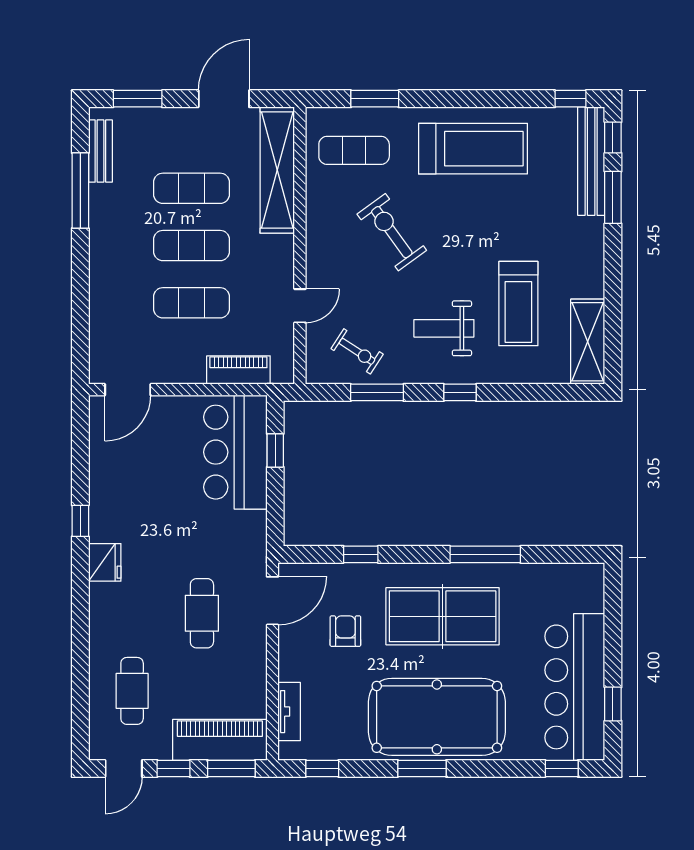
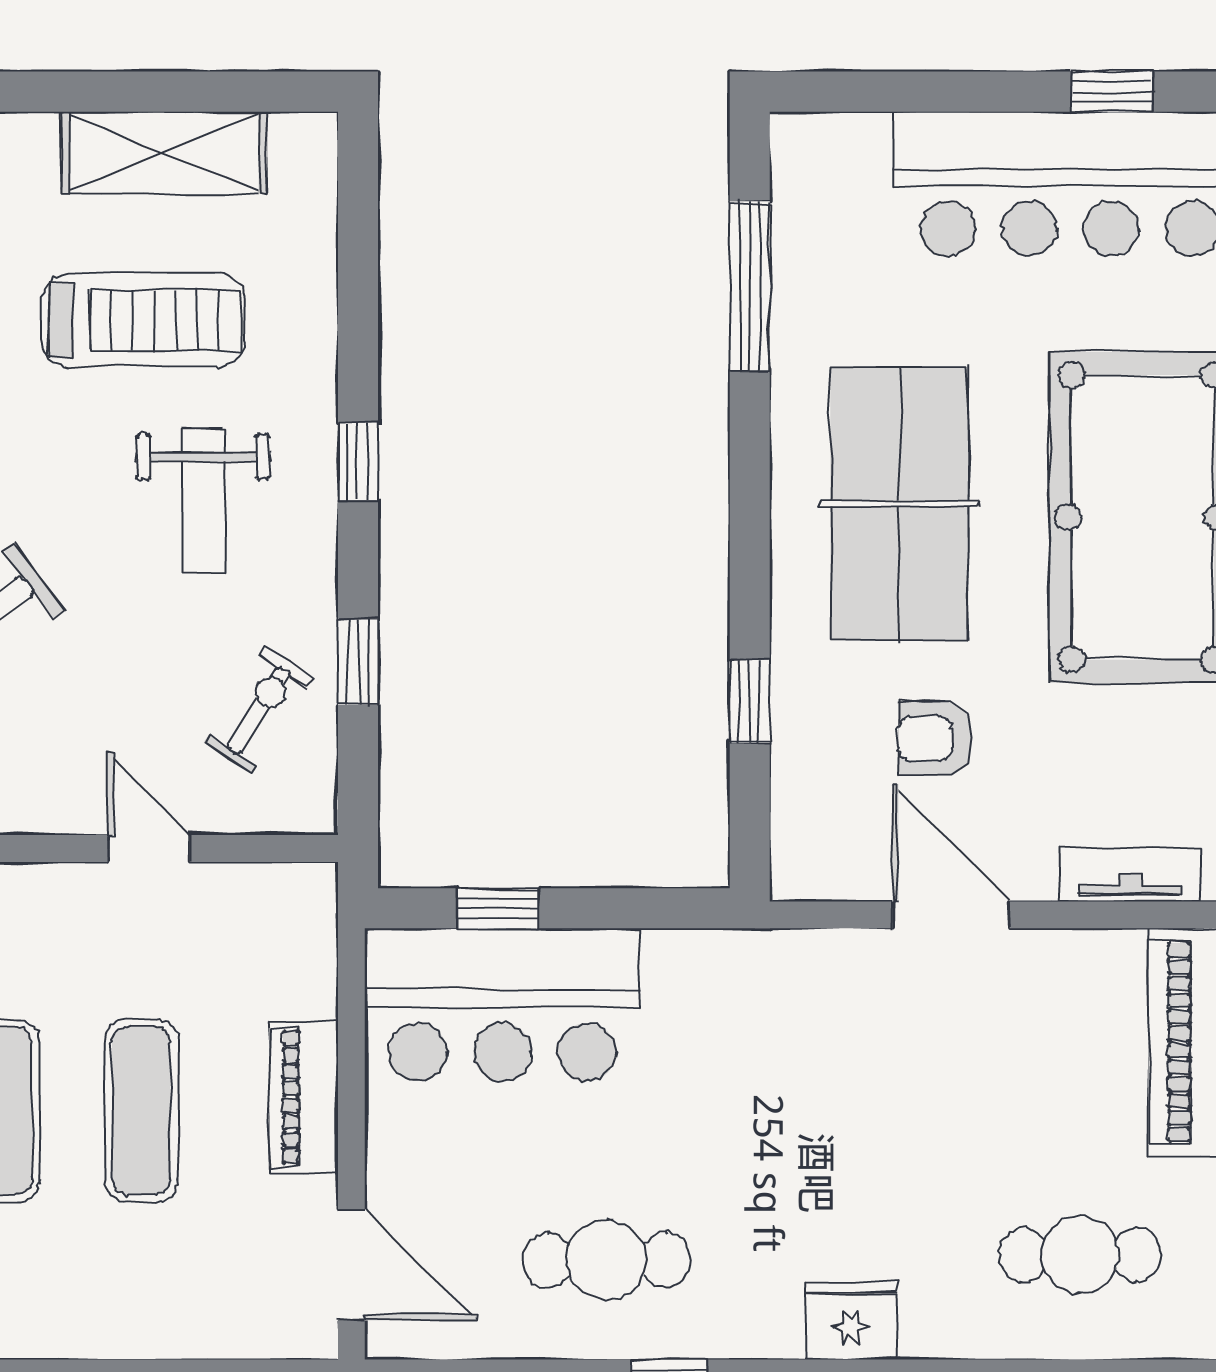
shelving: (588, 342) -> (164, 153), moved
piano: (238, 370) -> (304, 1097), moved
window: (377, 392) -> (358, 662), width x0.67
window: (485, 554) -> (750, 286), moved
fridge: (105, 562) -> (851, 1321), moved
door: (272, 601) -> (951, 915), moved
cafe table: (202, 613) -> (607, 1260), moved

